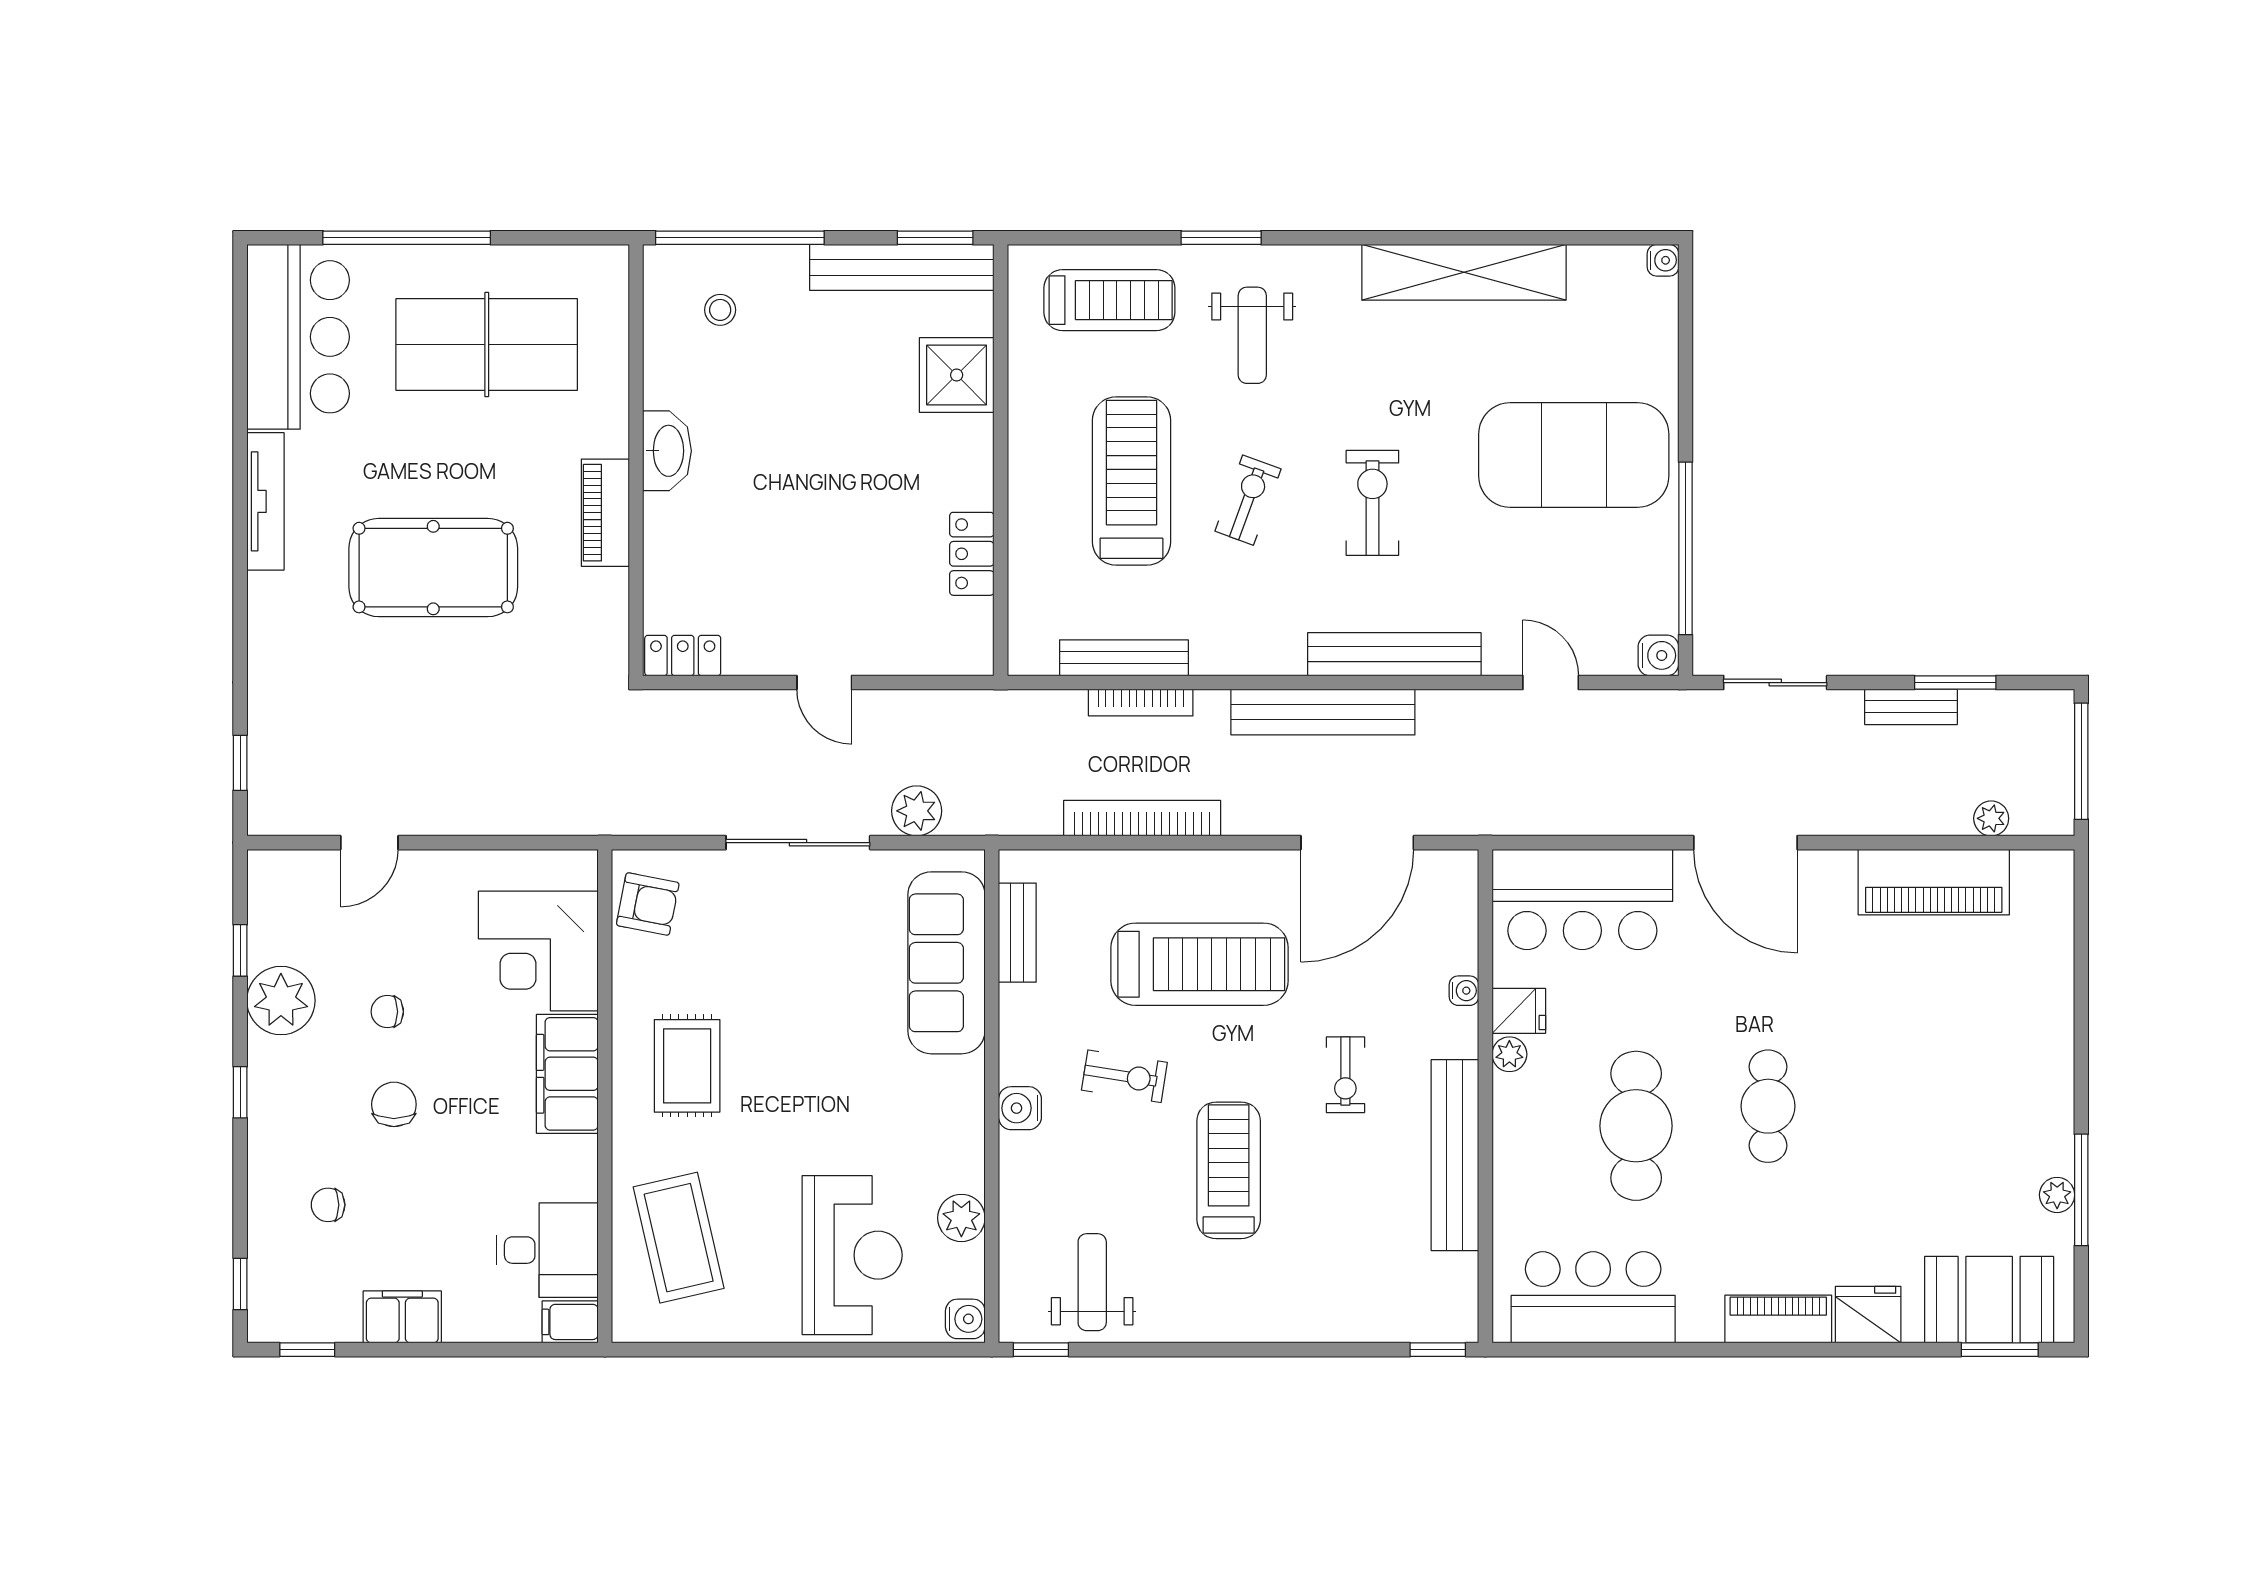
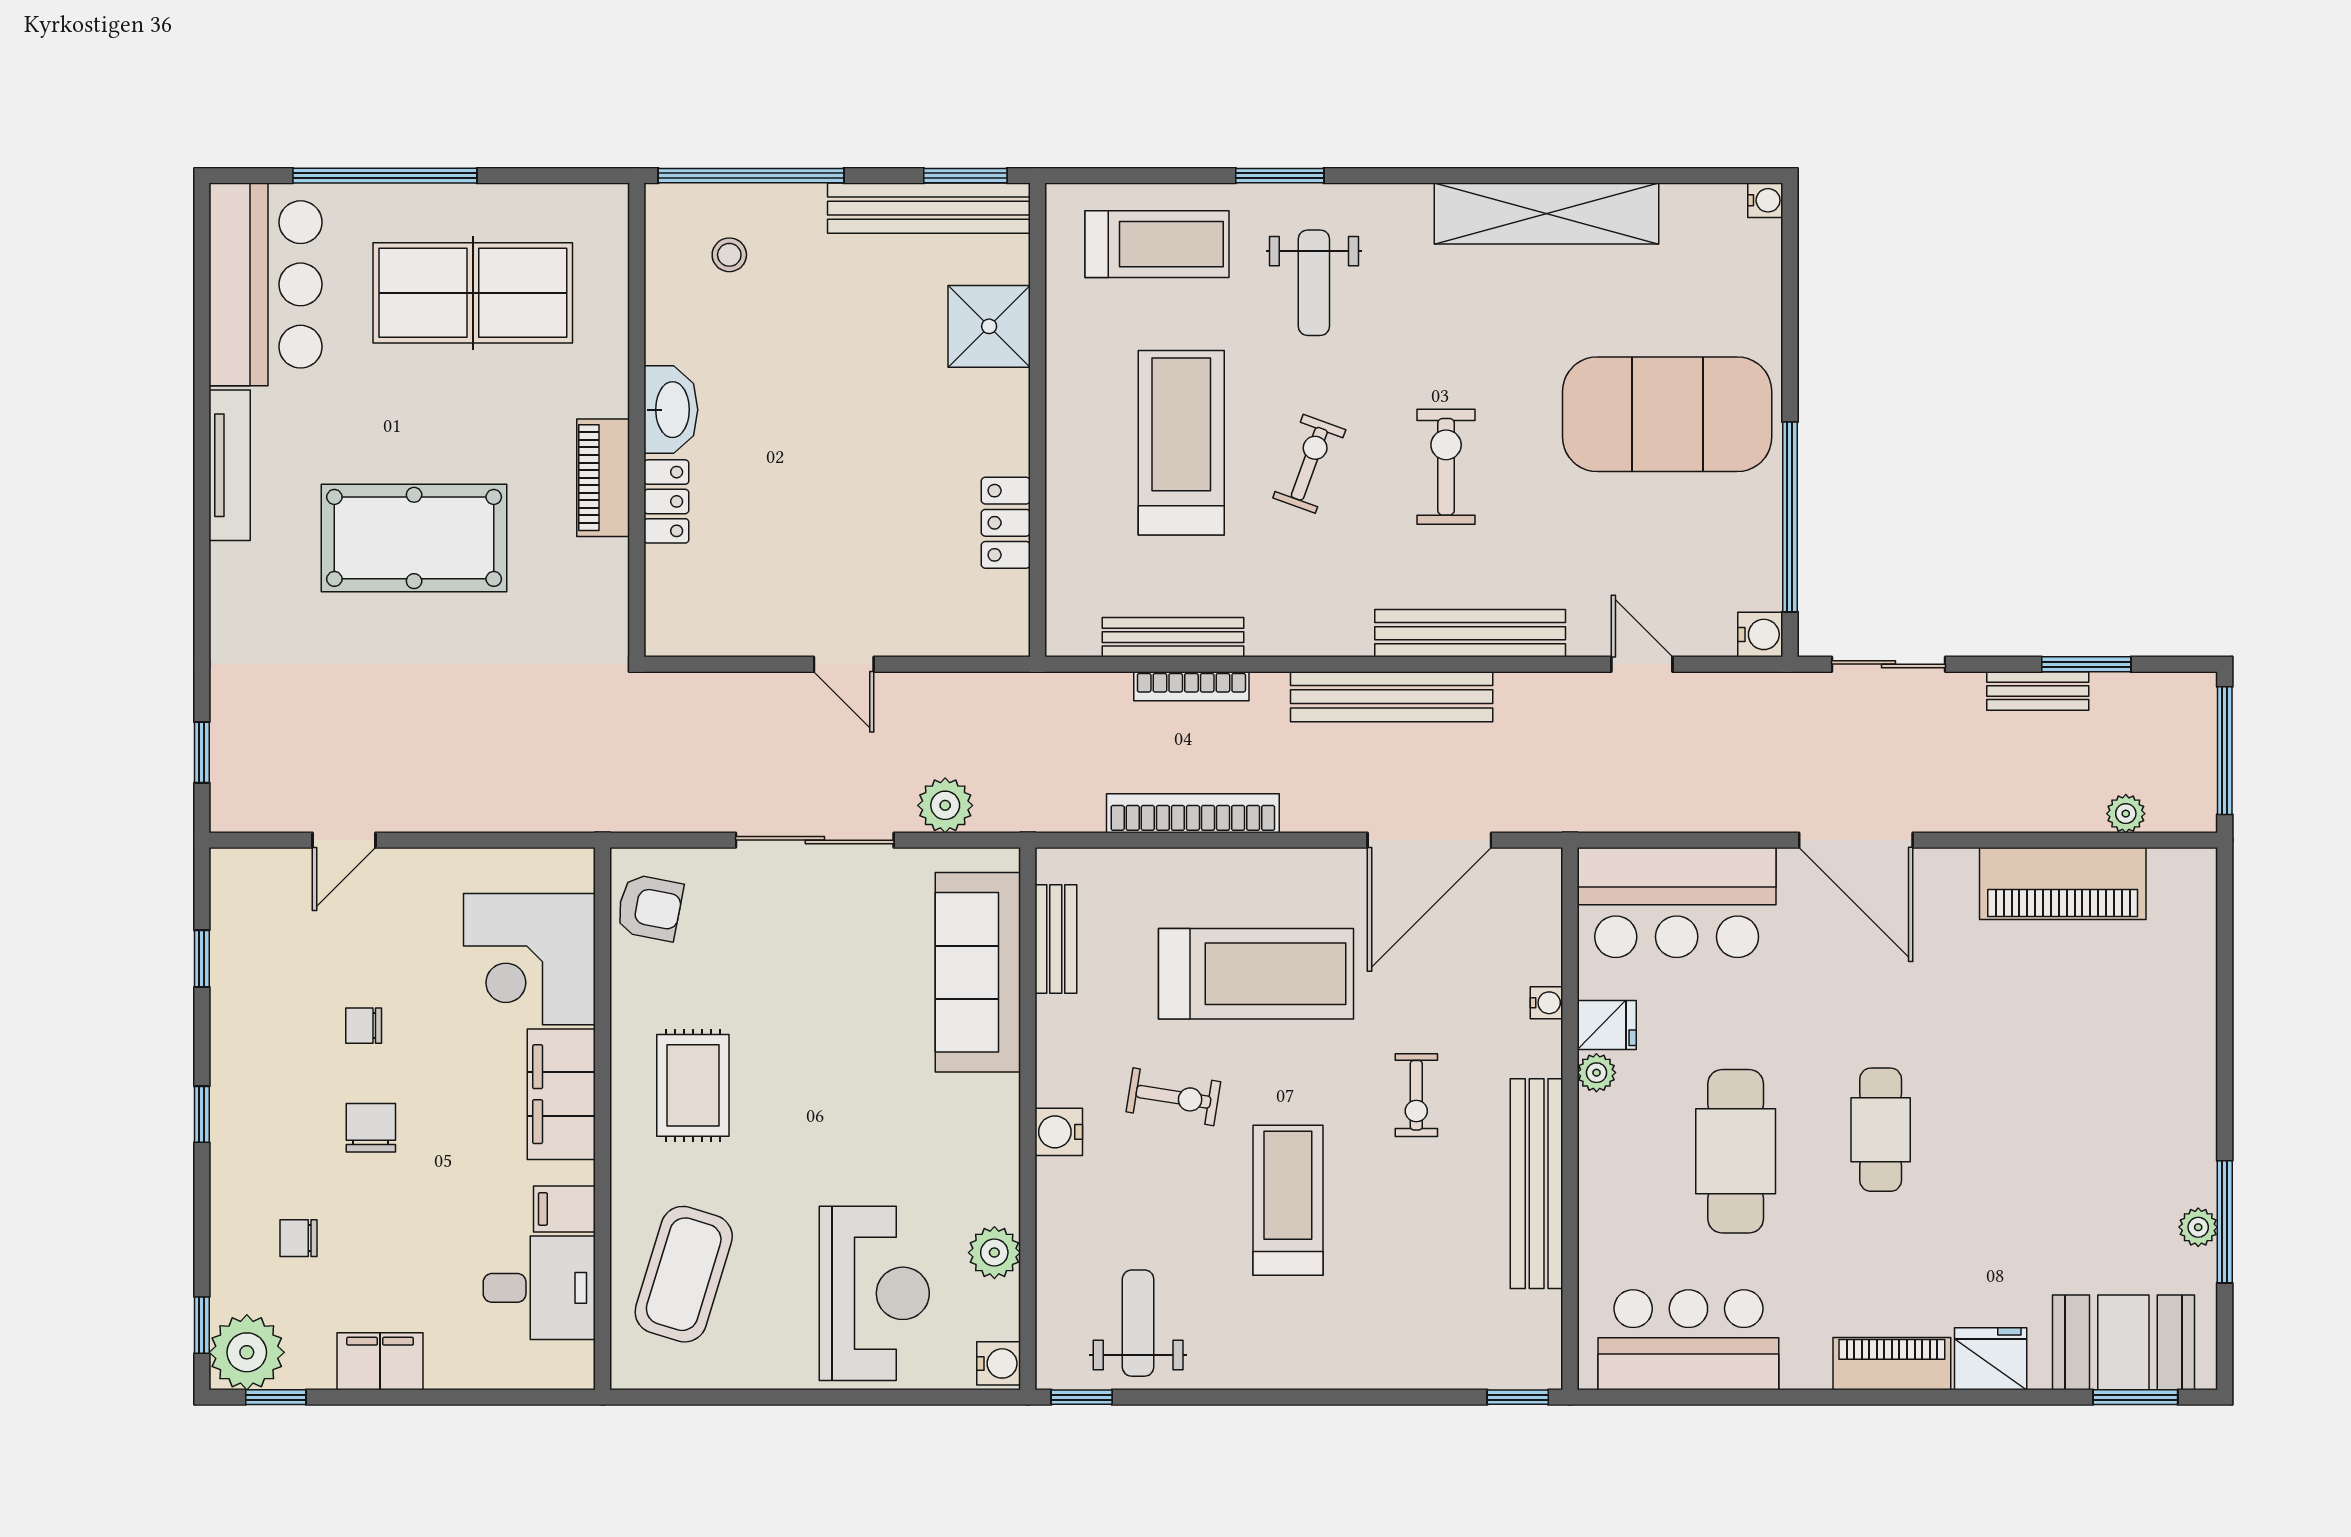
locker: (683, 656) -> (666, 501), moved, turned 90
plant: (281, 1001) -> (247, 1352), moved
coffee table: (679, 1238) -> (684, 1274), turned 30
filing cabinet: (570, 1322) -> (564, 1209), moved

